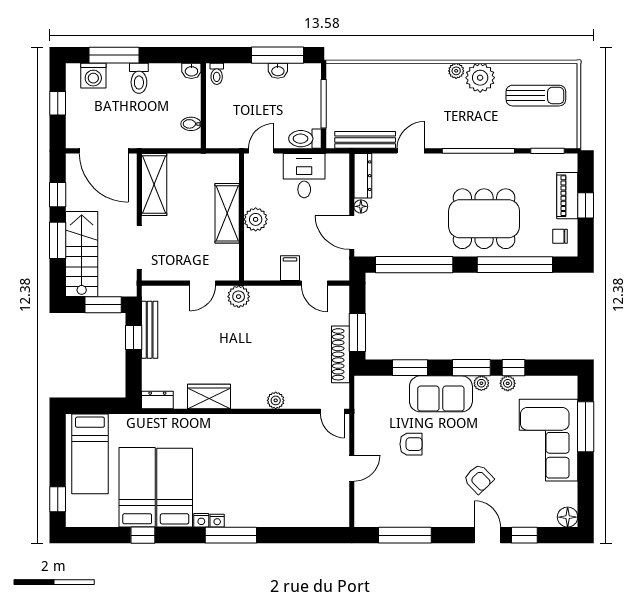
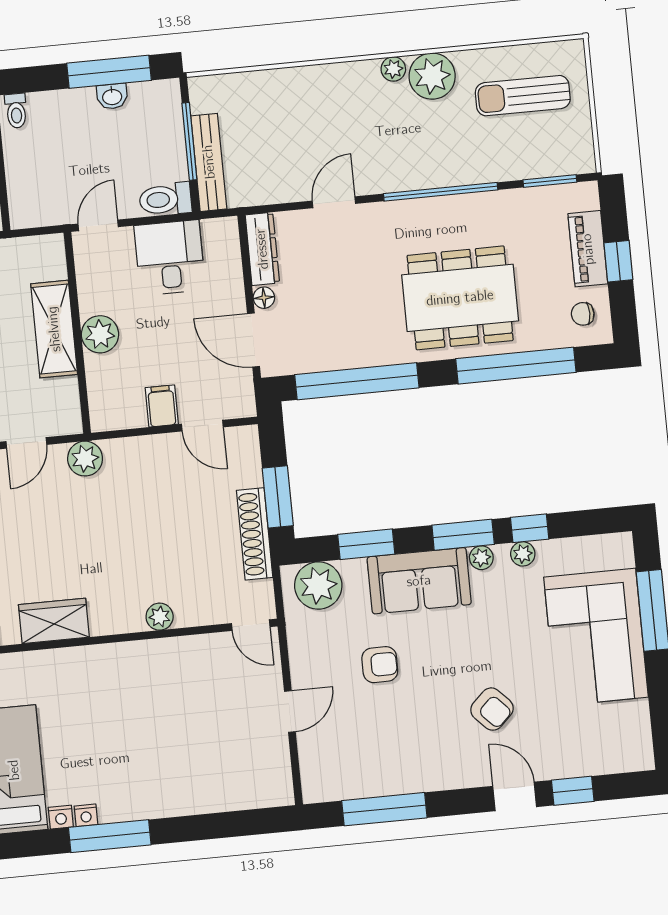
sun lounger: (536, 96) -> (523, 96), turned 180
bench: (365, 140) -> (209, 162), moved, turned 90
plant: (377, 391) -> (318, 586), added
floor lamp: (568, 517) -> (638, 755), removed

